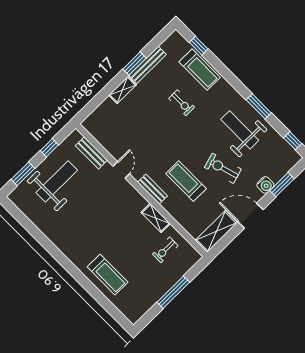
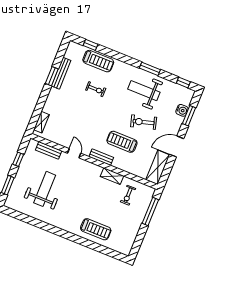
shelving: (123, 90) -> (42, 122), moved
weight bench: (57, 181) -> (45, 189), moved
water cooler: (265, 185) -> (182, 110), moved
window: (173, 292) -> (150, 211), moved

